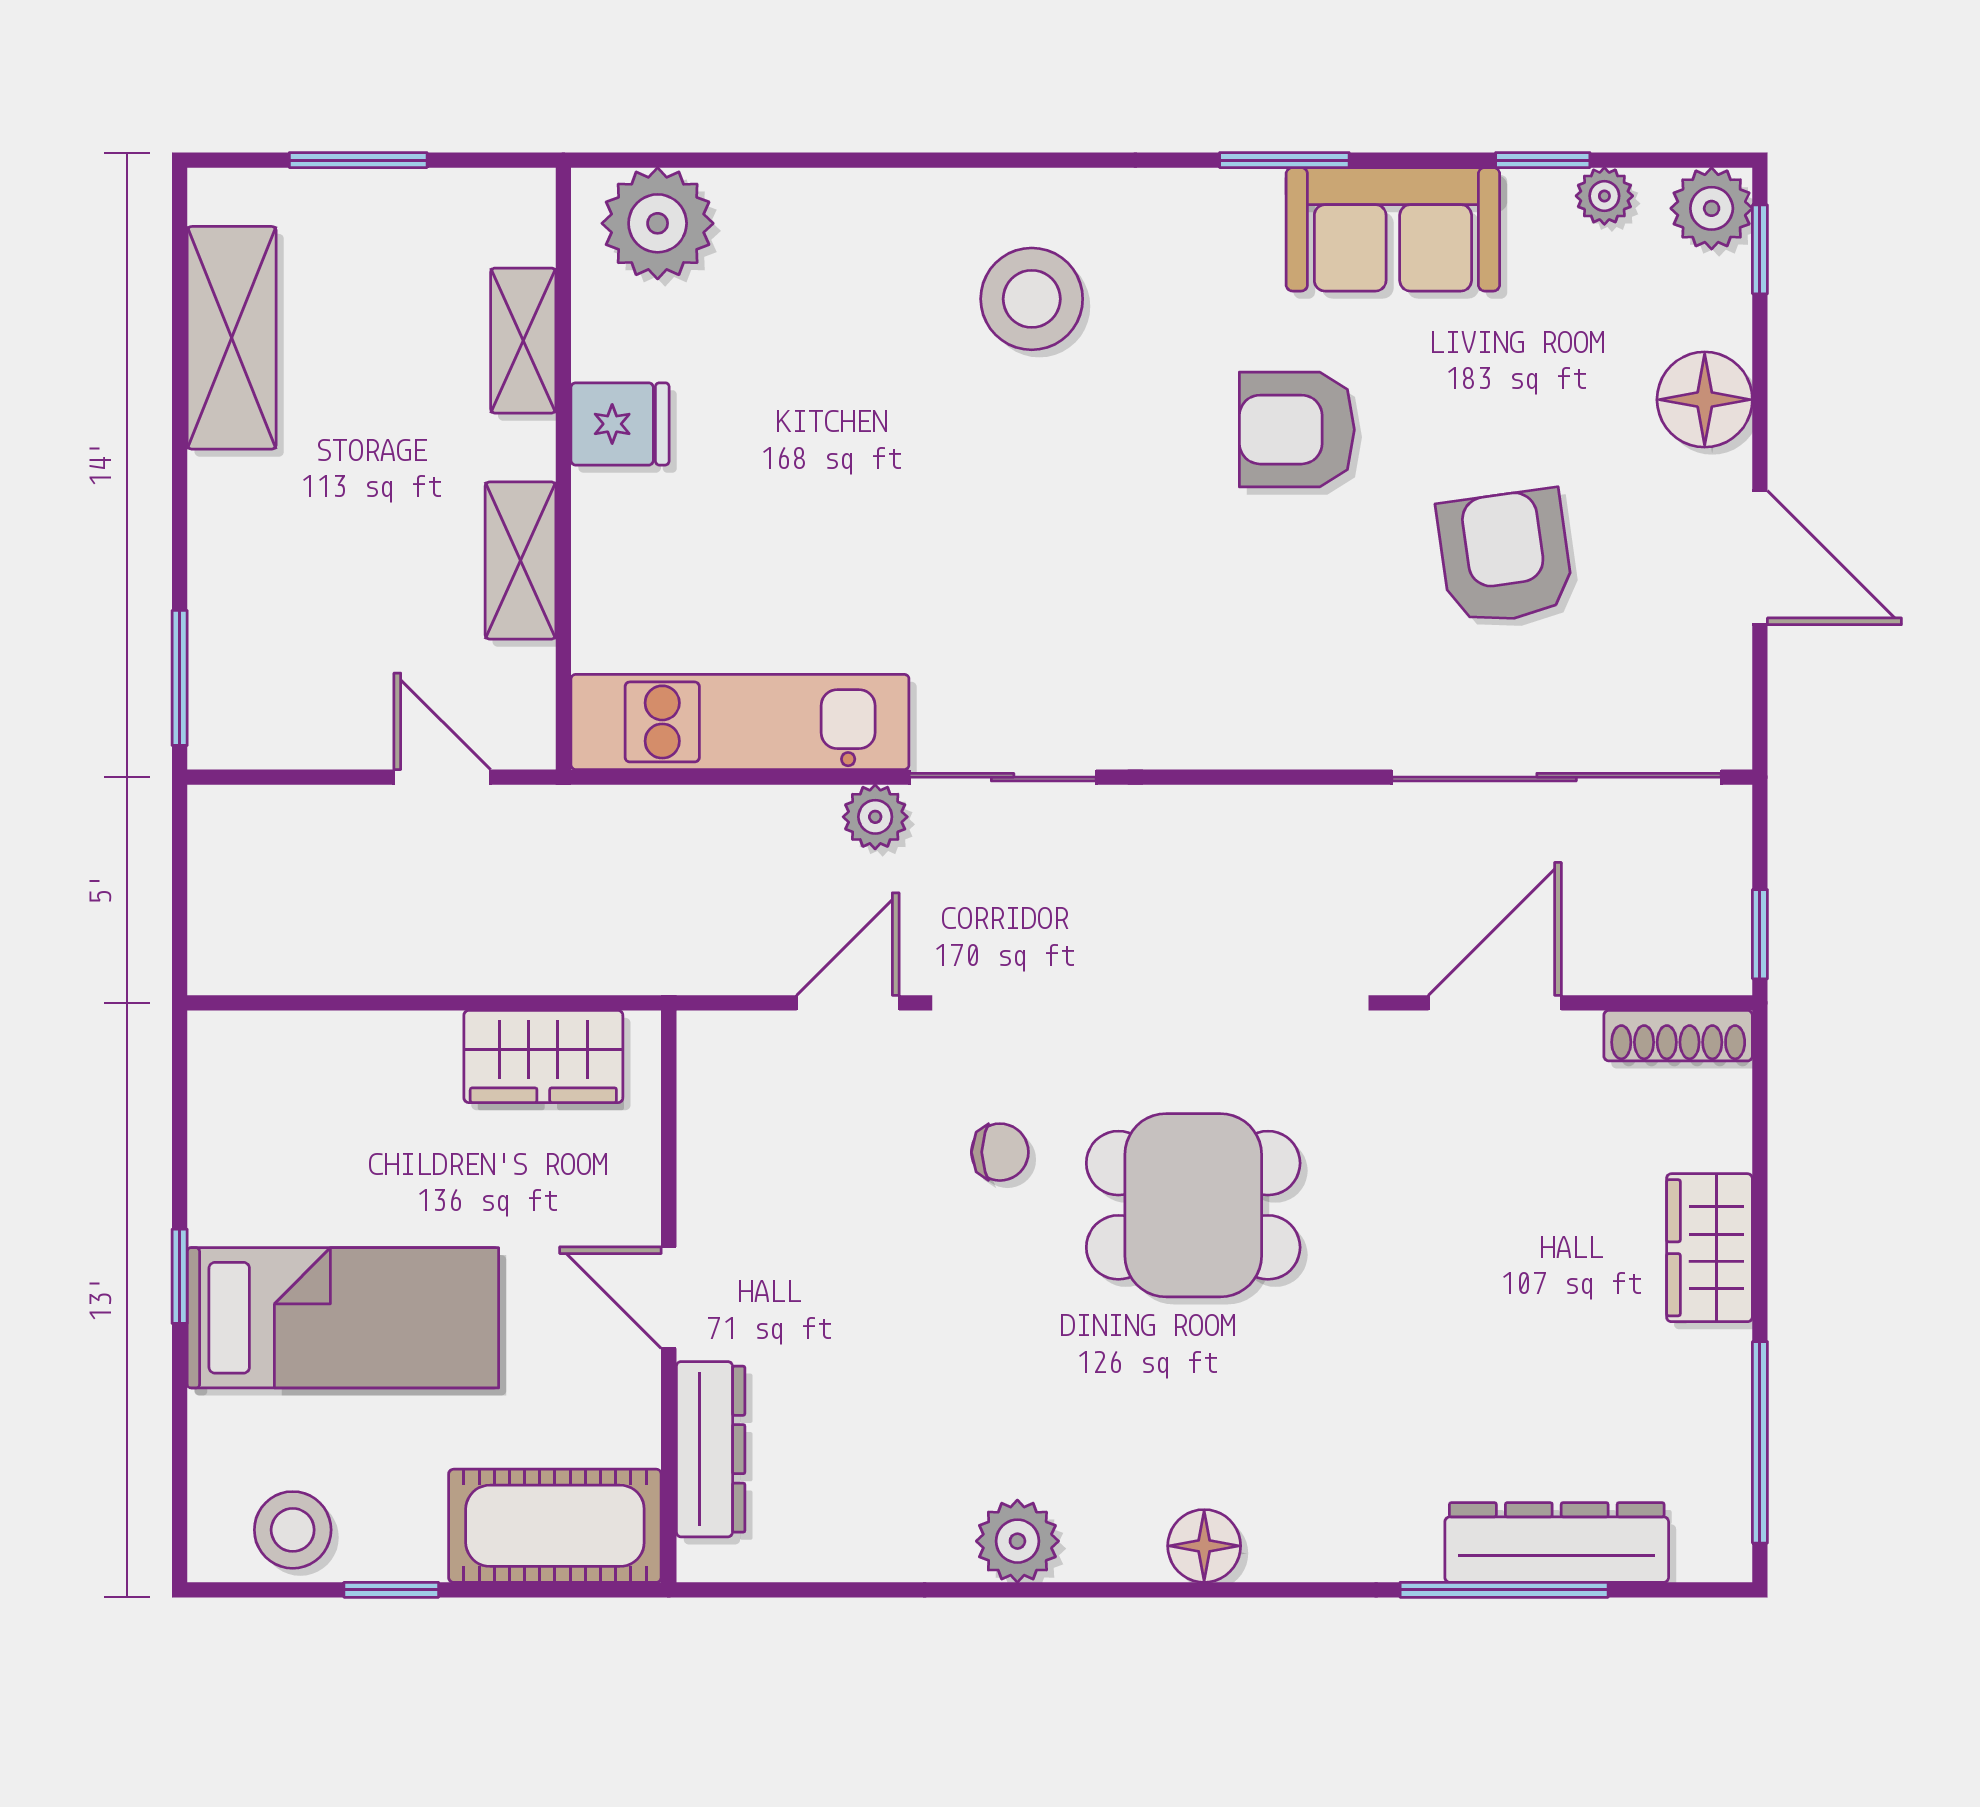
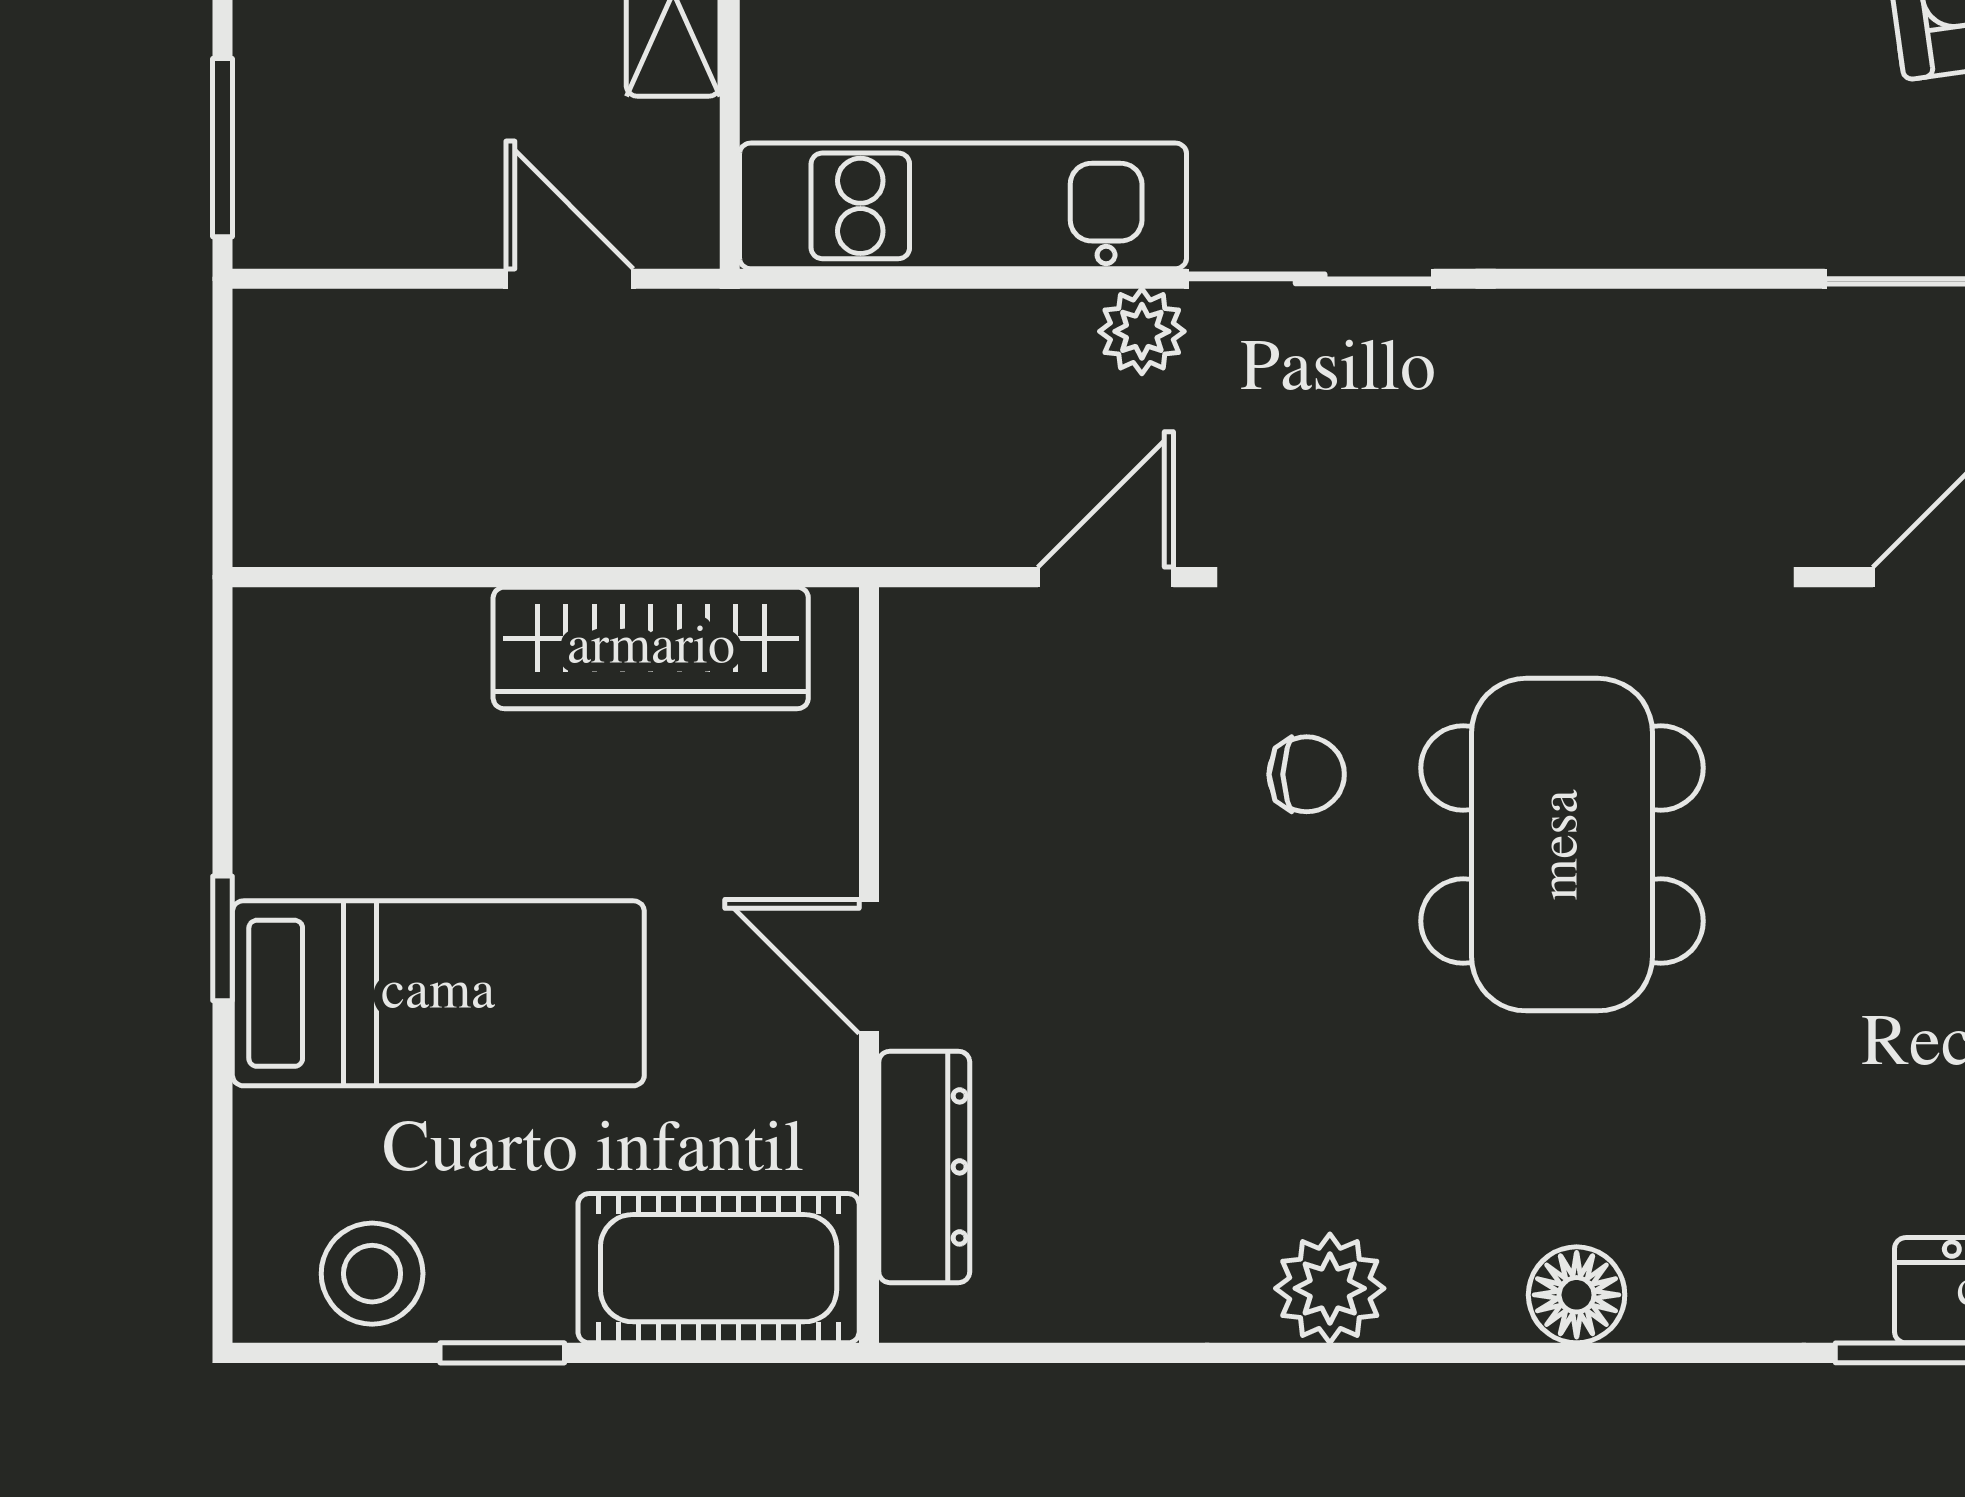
wardrobe: (543, 1056) -> (651, 648), width x1.50
dining table: (1193, 1205) -> (1562, 845), width x1.38

